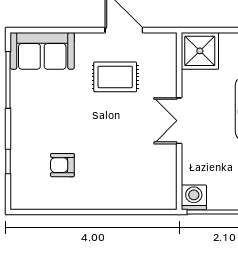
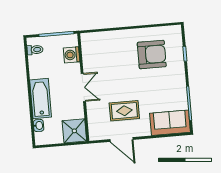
armchair: (62, 165) -> (152, 54), width x1.88, depth x1.88
washing machine: (194, 197) -> (72, 55), moved, turned 90

